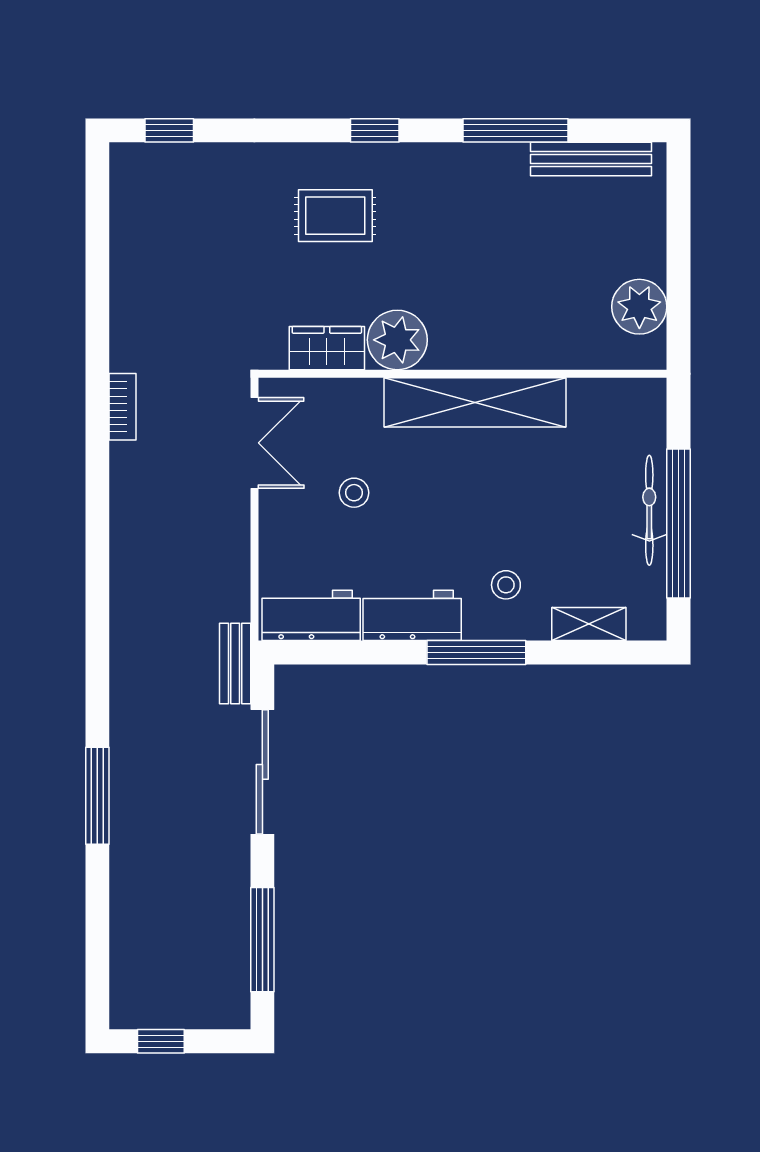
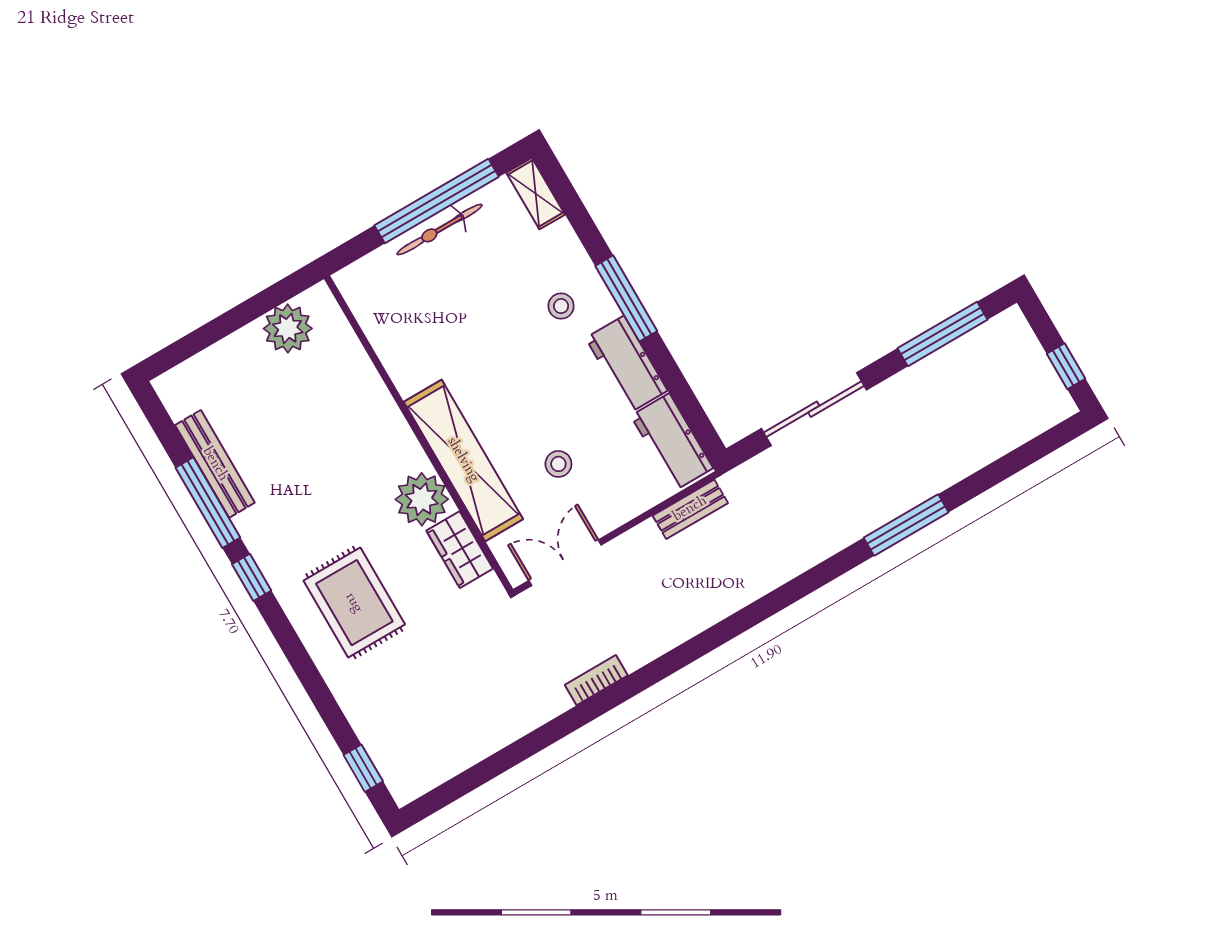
window: (375, 130) -> (252, 577), moved
bench: (591, 159) -> (215, 464), moved
rug: (335, 216) -> (354, 603), width x1.36, depth x1.43
shelving: (475, 402) -> (463, 460), moved
shelving: (589, 624) -> (536, 194), moved
bench: (235, 663) -> (690, 509), moved

